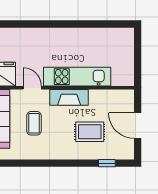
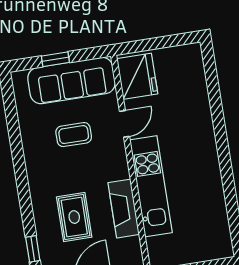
fireplace: (69, 97) -> (124, 209), moved

